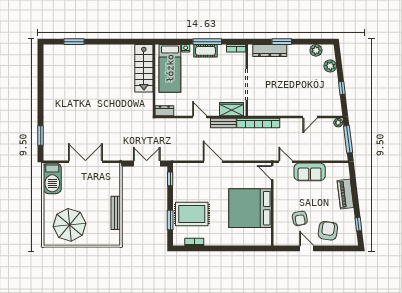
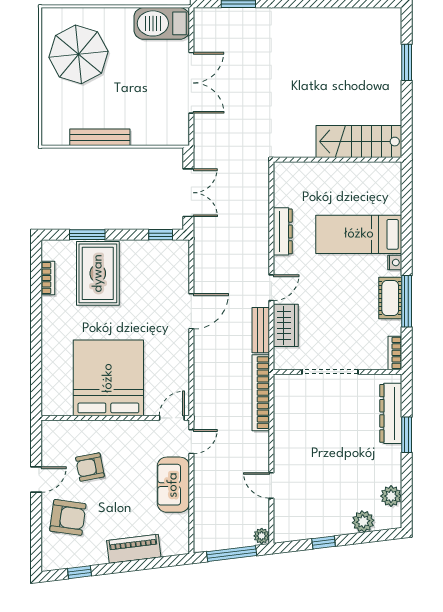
stairs: (144, 68) -> (359, 142), moved
wall: (154, 80) -> (338, 160), moved
wardrobe: (231, 109) -> (286, 325), moved
dresser: (164, 111) -> (283, 231), width x1.44

